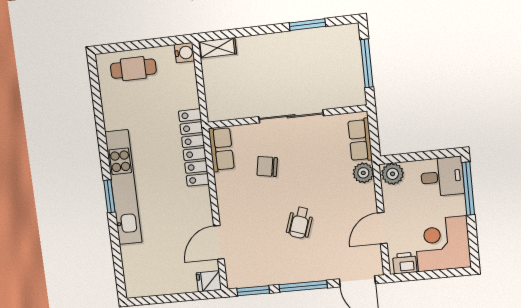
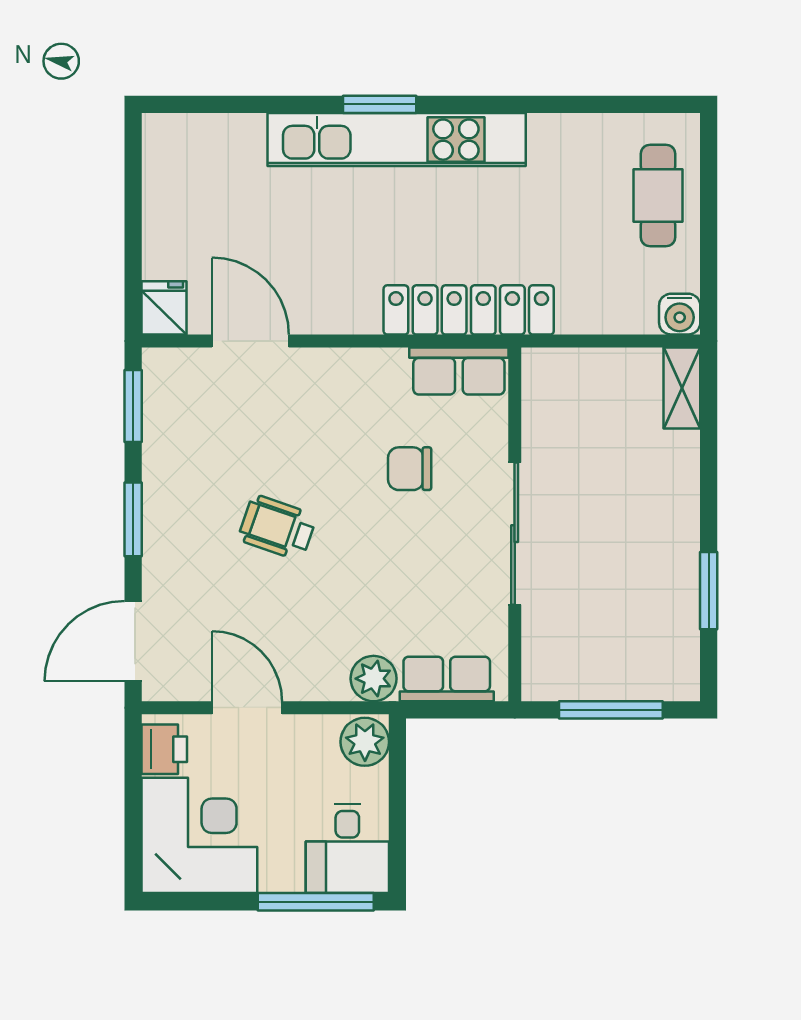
chair: (267, 166) -> (410, 469), turned -100
window: (303, 286) -> (133, 519), width x0.69

